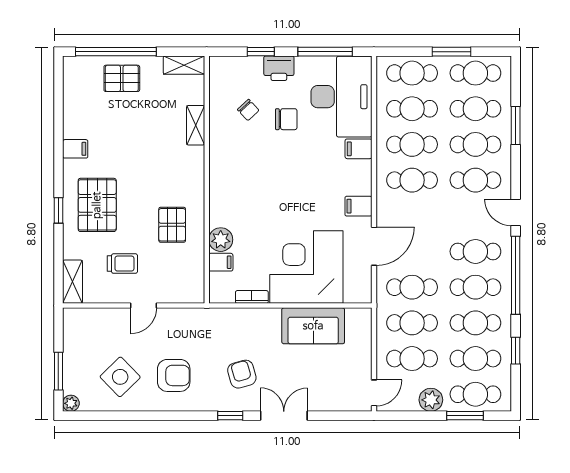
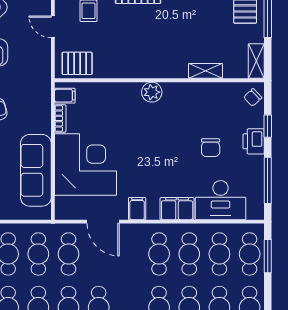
window: (452, 52) -> (268, 256), moved
desk: (341, 97) -> (220, 200), width x0.73, depth x0.77
chair: (248, 110) -> (253, 97), moved
filing cabinet: (358, 149) -> (177, 209), width x2.00
pallet: (172, 225) -> (77, 63), moved
plant: (221, 240) -> (152, 92), moved
filing cabinet: (221, 262) -> (65, 96), moved, turned -90
sofa: (313, 326) -> (36, 170), width x1.36

